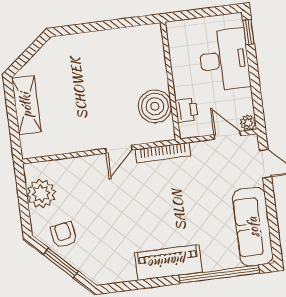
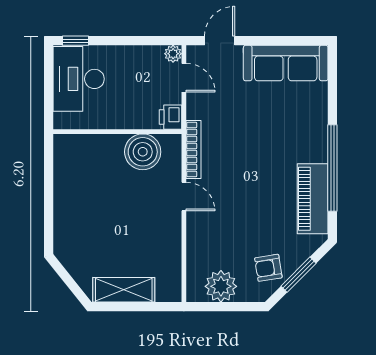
desk: (224, 60) -> (79, 79), moved, turned -90
printer: (187, 110) -> (170, 117), moved, turned -90
door: (227, 135) -> (184, 78), swing flipped
piano: (168, 262) -> (313, 199), moved
window: (219, 274) -> (332, 168), moved

